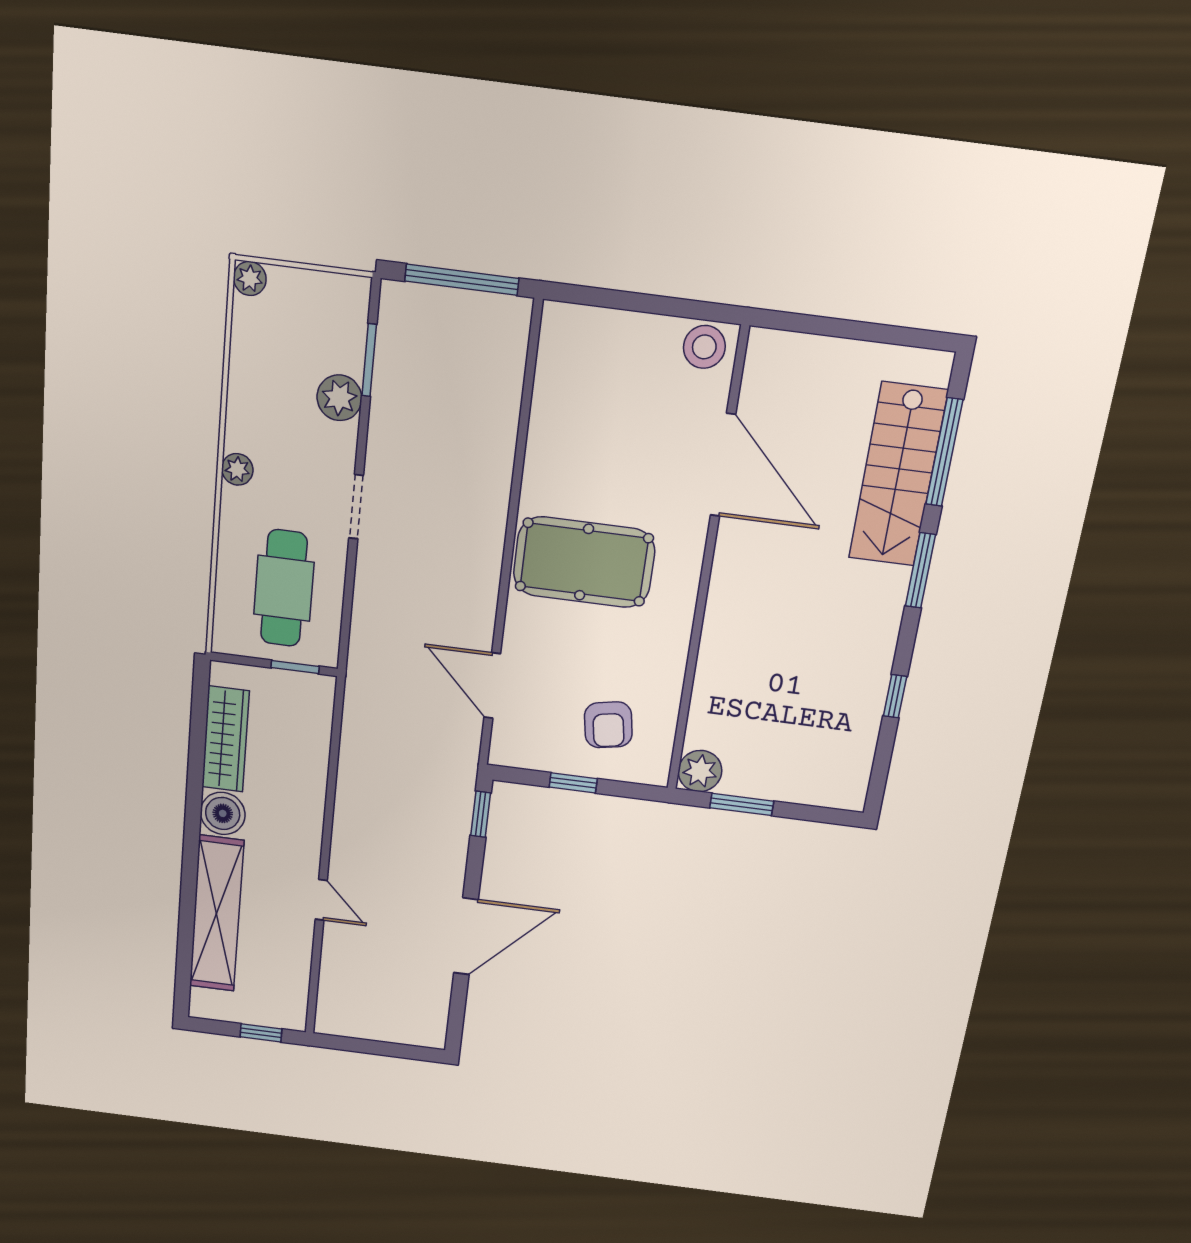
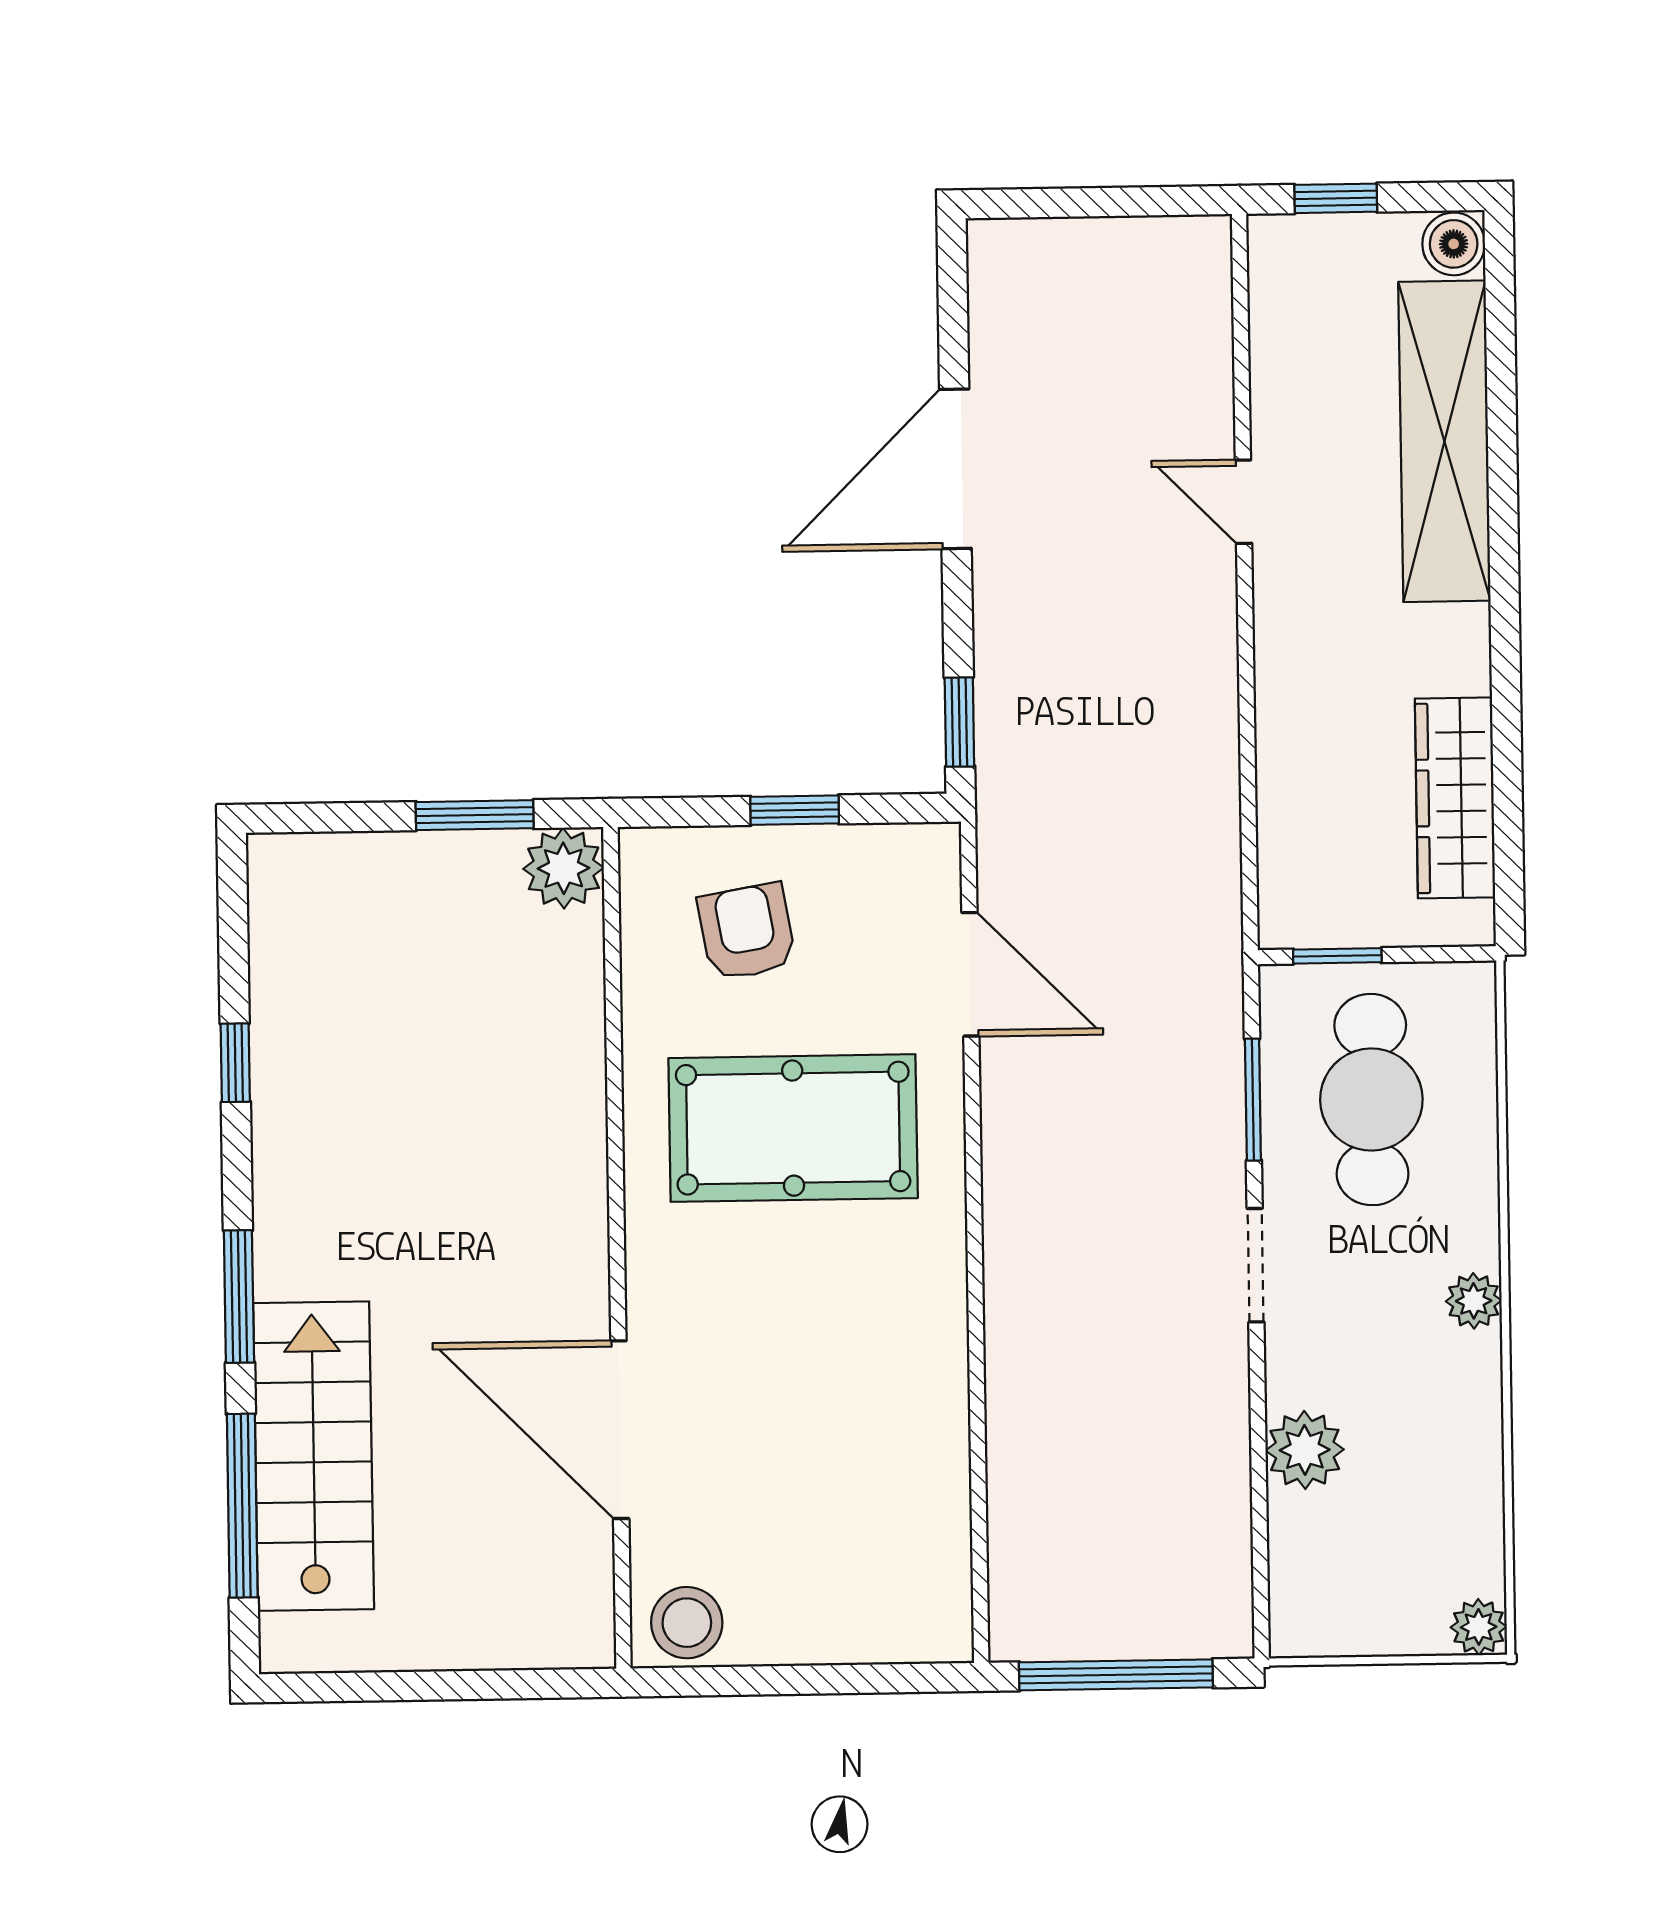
window: (369, 360) -> (1253, 1100), moved
pool table: (584, 562) -> (793, 1128), moved
boiler: (223, 813) -> (1454, 244), moved, width x0.73, depth x0.73

